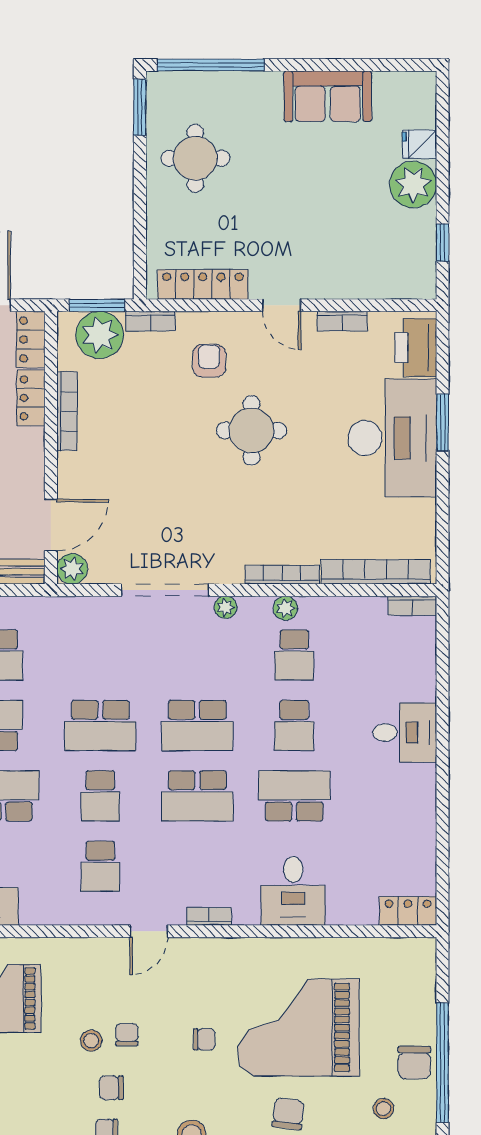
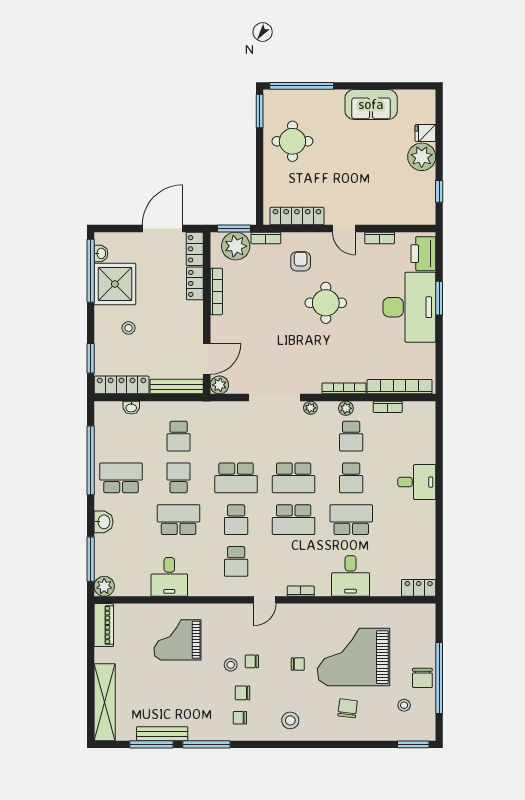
bookcase: (412, 606) -> (388, 407), moved
chair: (127, 1035) -> (252, 661), turned -90

